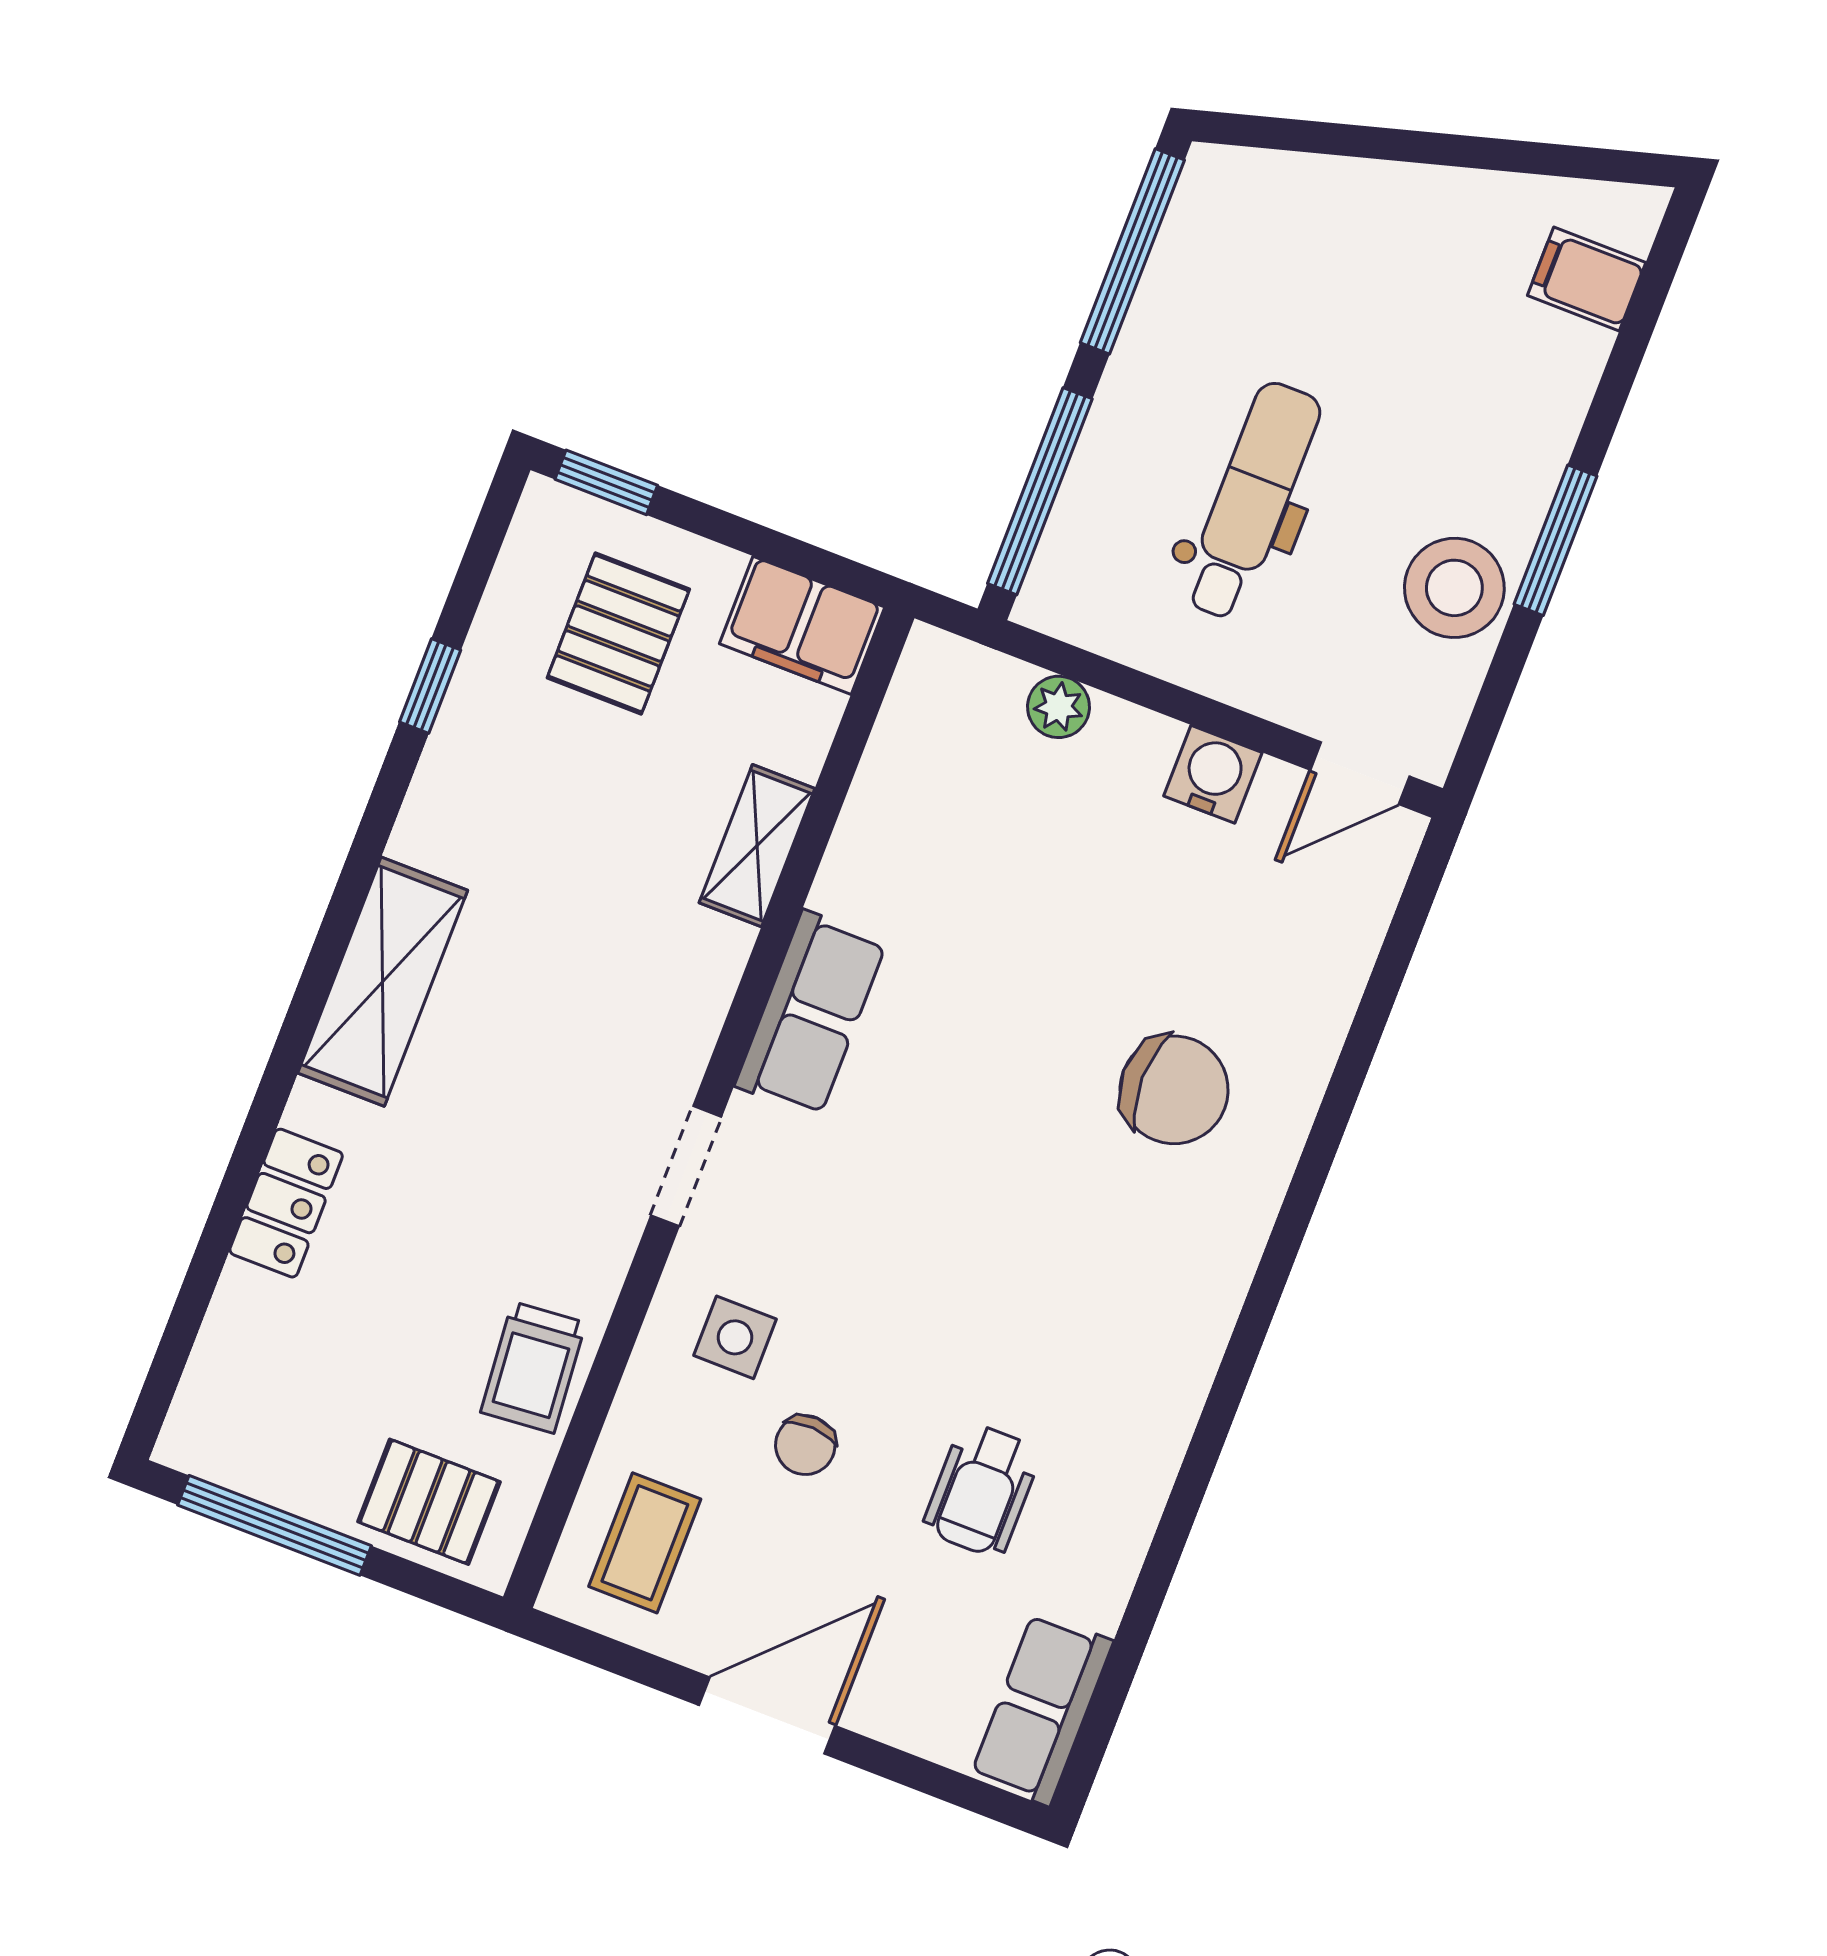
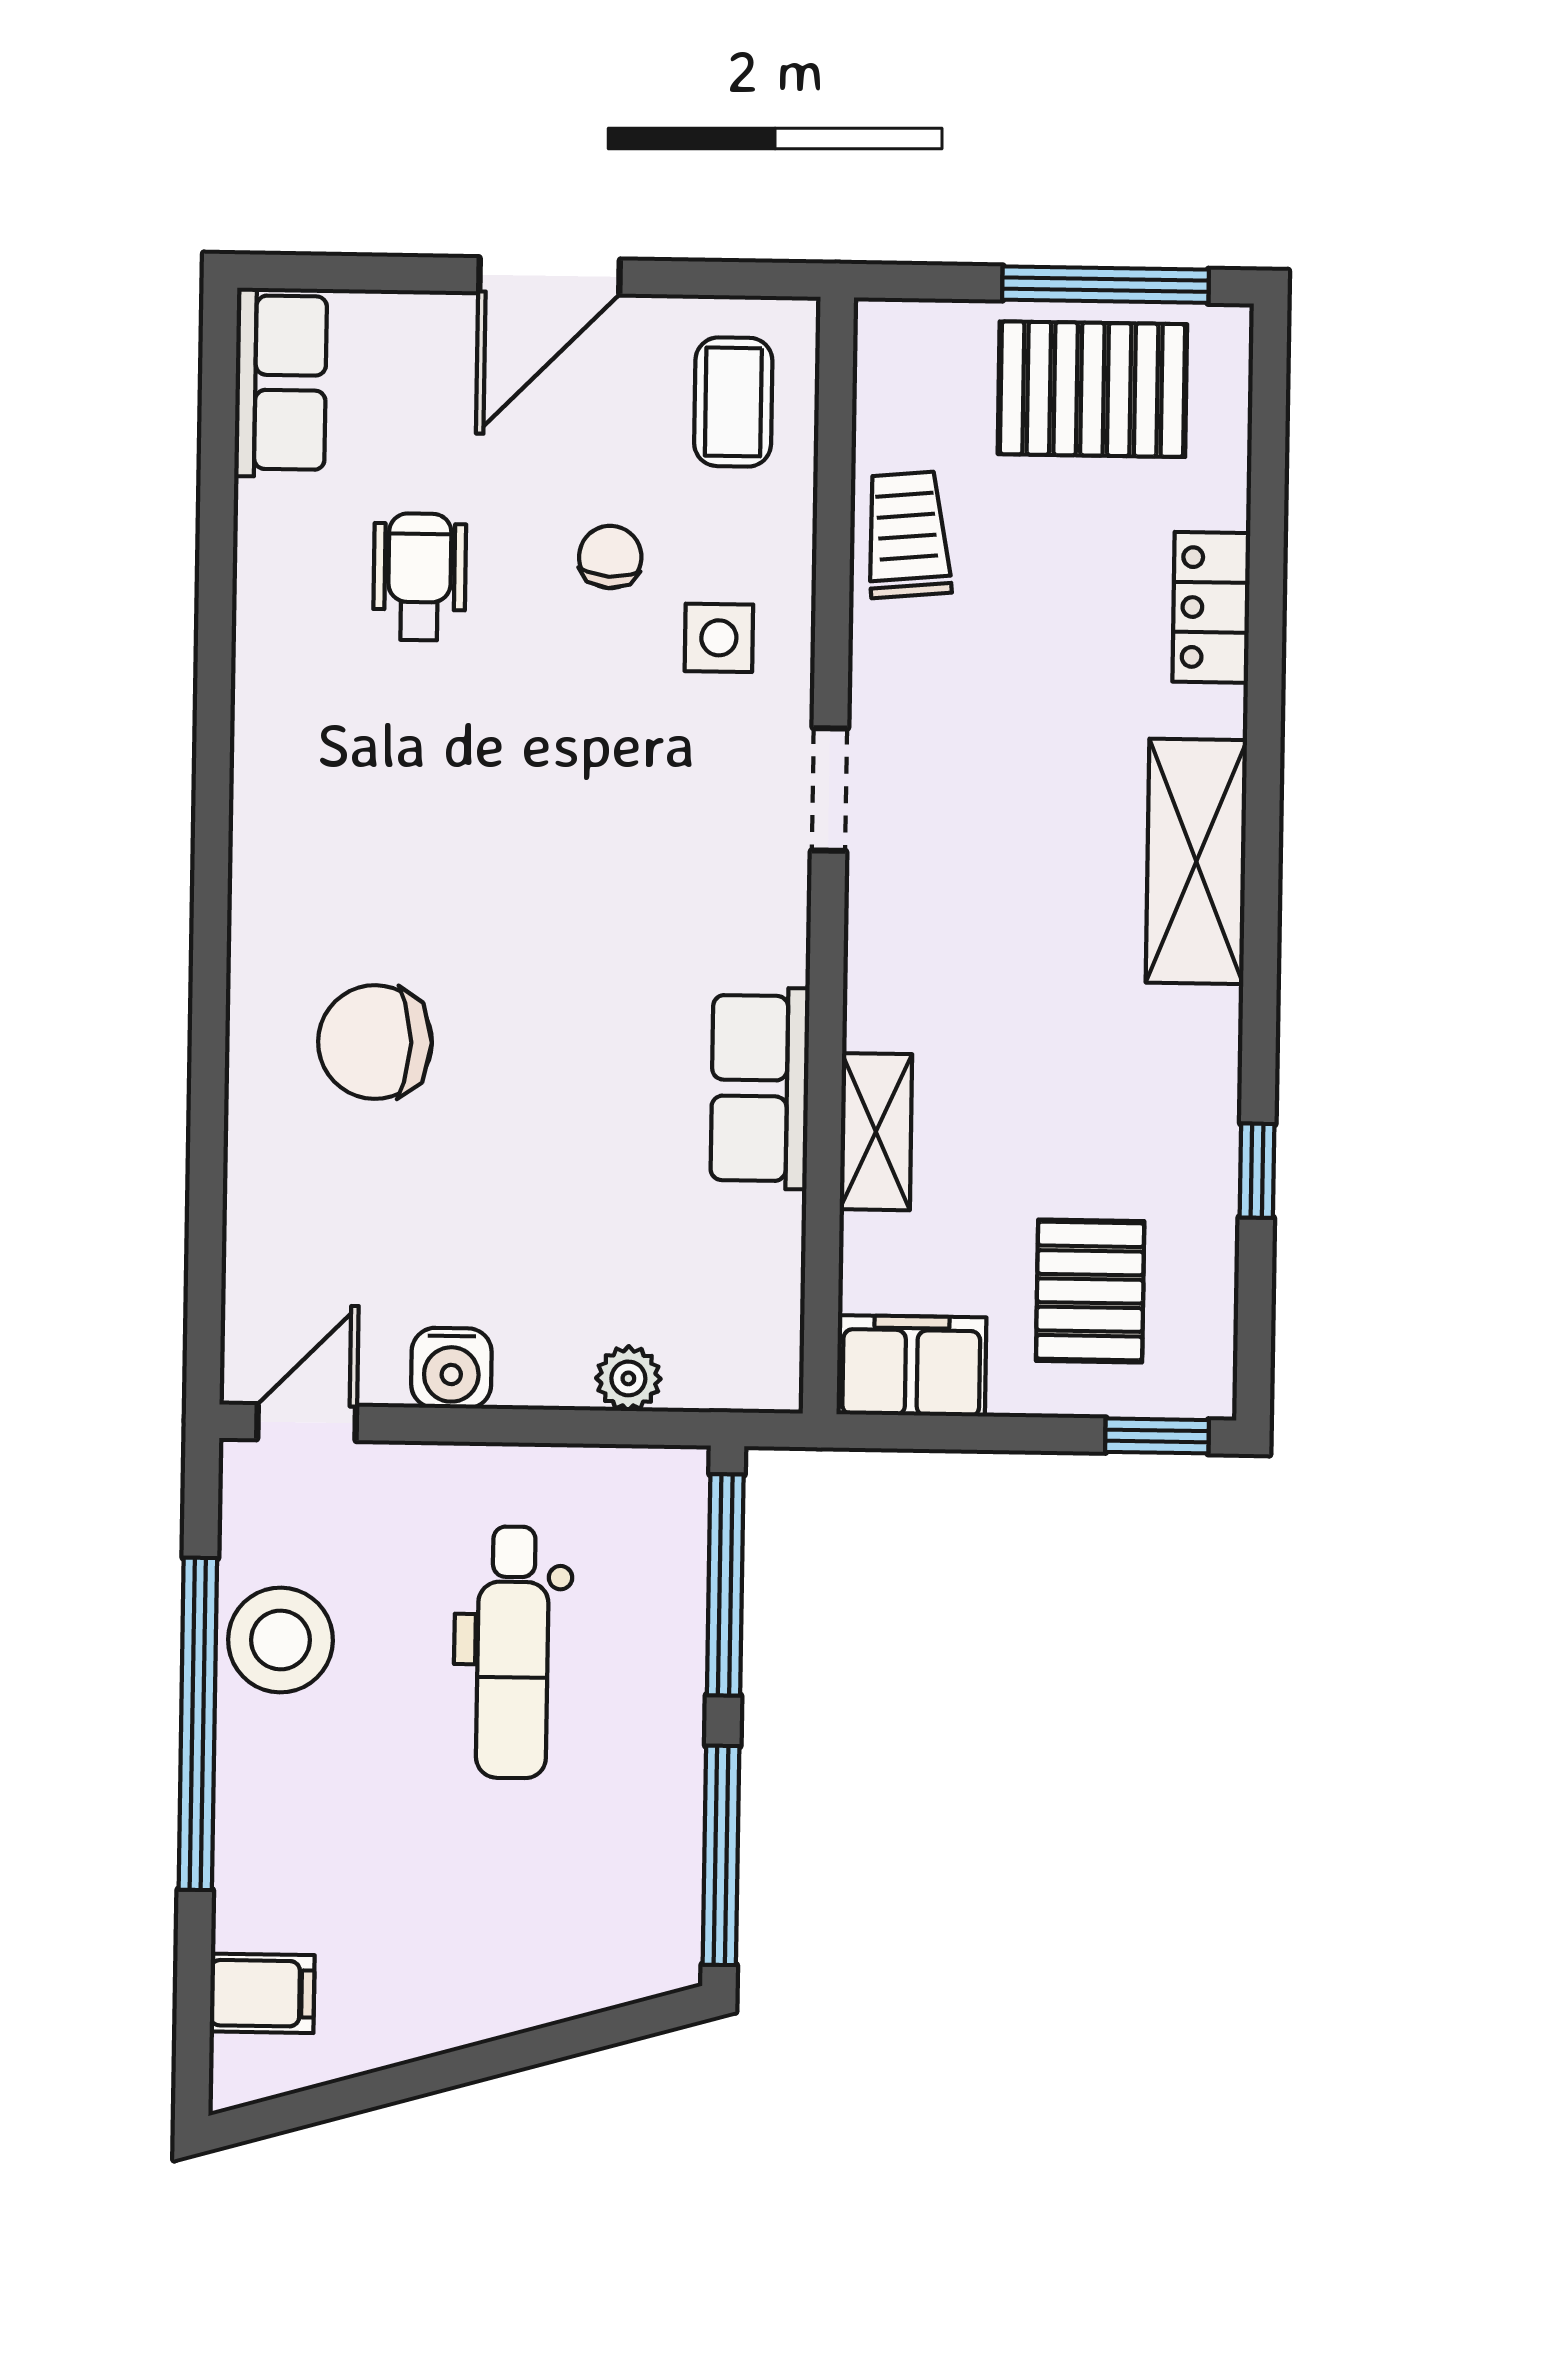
window: (1556, 540) -> (198, 1724), width x2.11
row of seats: (811, 1014) -> (760, 1088), moved
pallet: (429, 1502) -> (1092, 389), moved, width x1.50, depth x1.42

